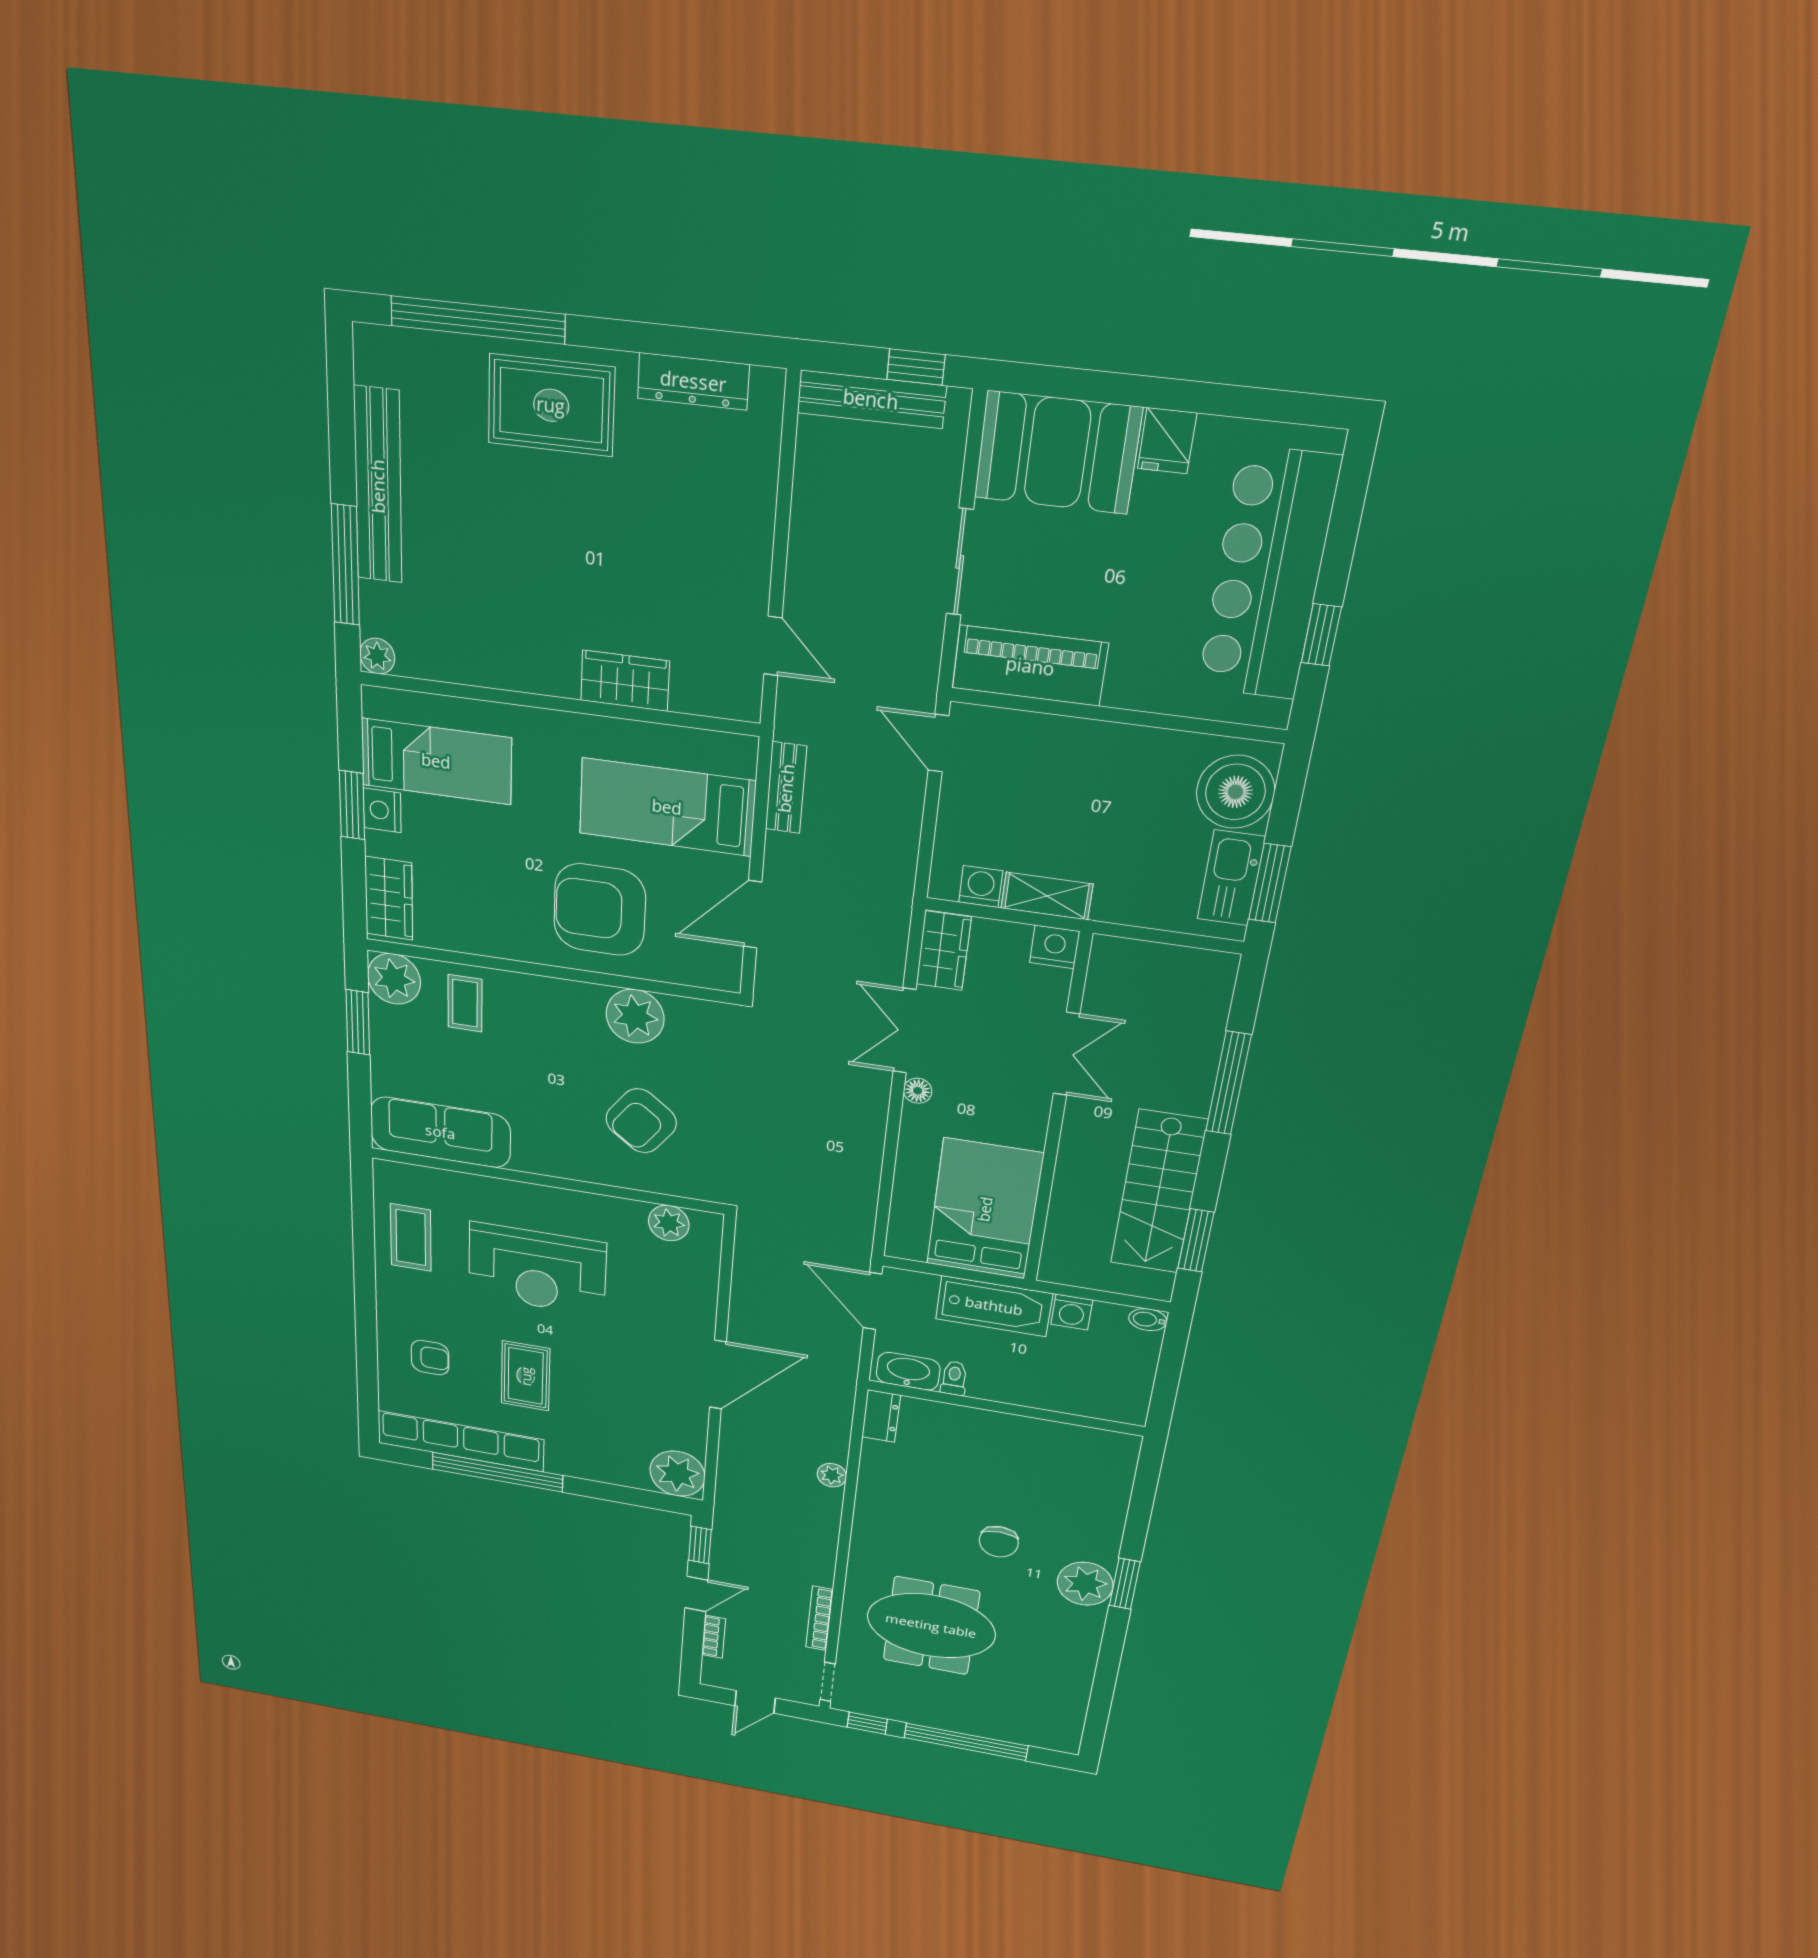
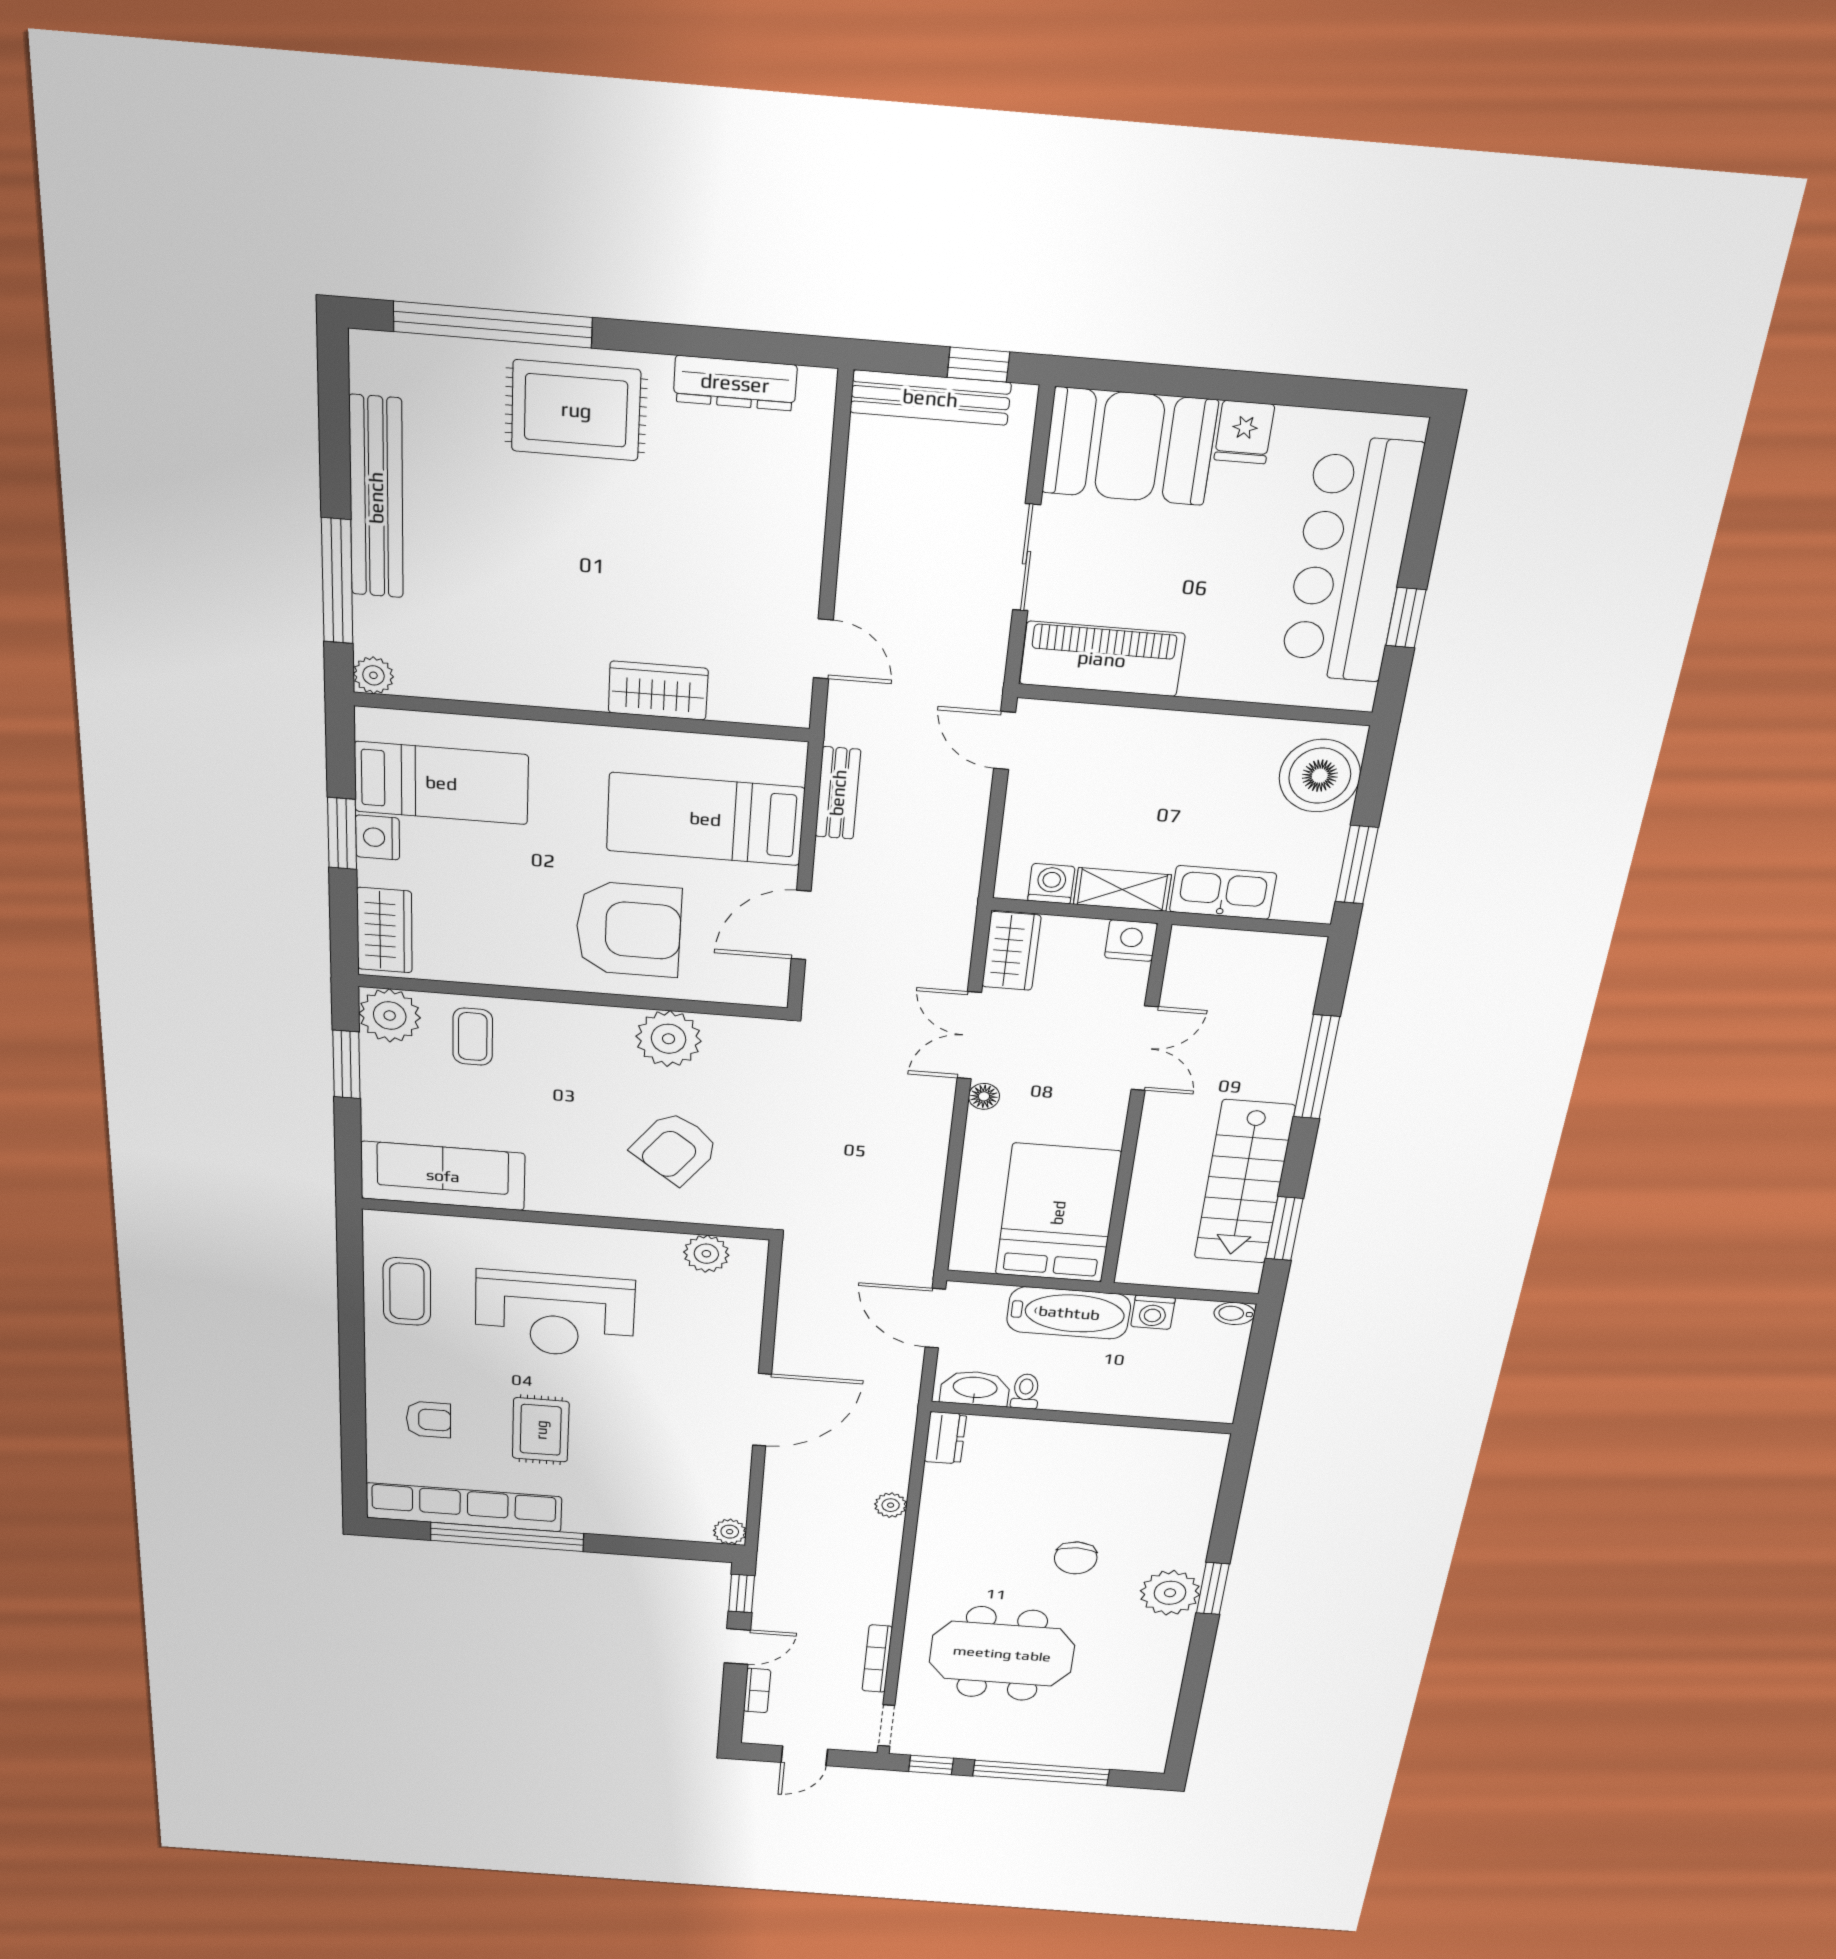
kitchen sink: (1231, 878) -> (1223, 893), moved, turned 90
armchair: (600, 910) -> (629, 929), turned 180
plant: (677, 1474) -> (730, 1532), width x0.53, depth x0.53

